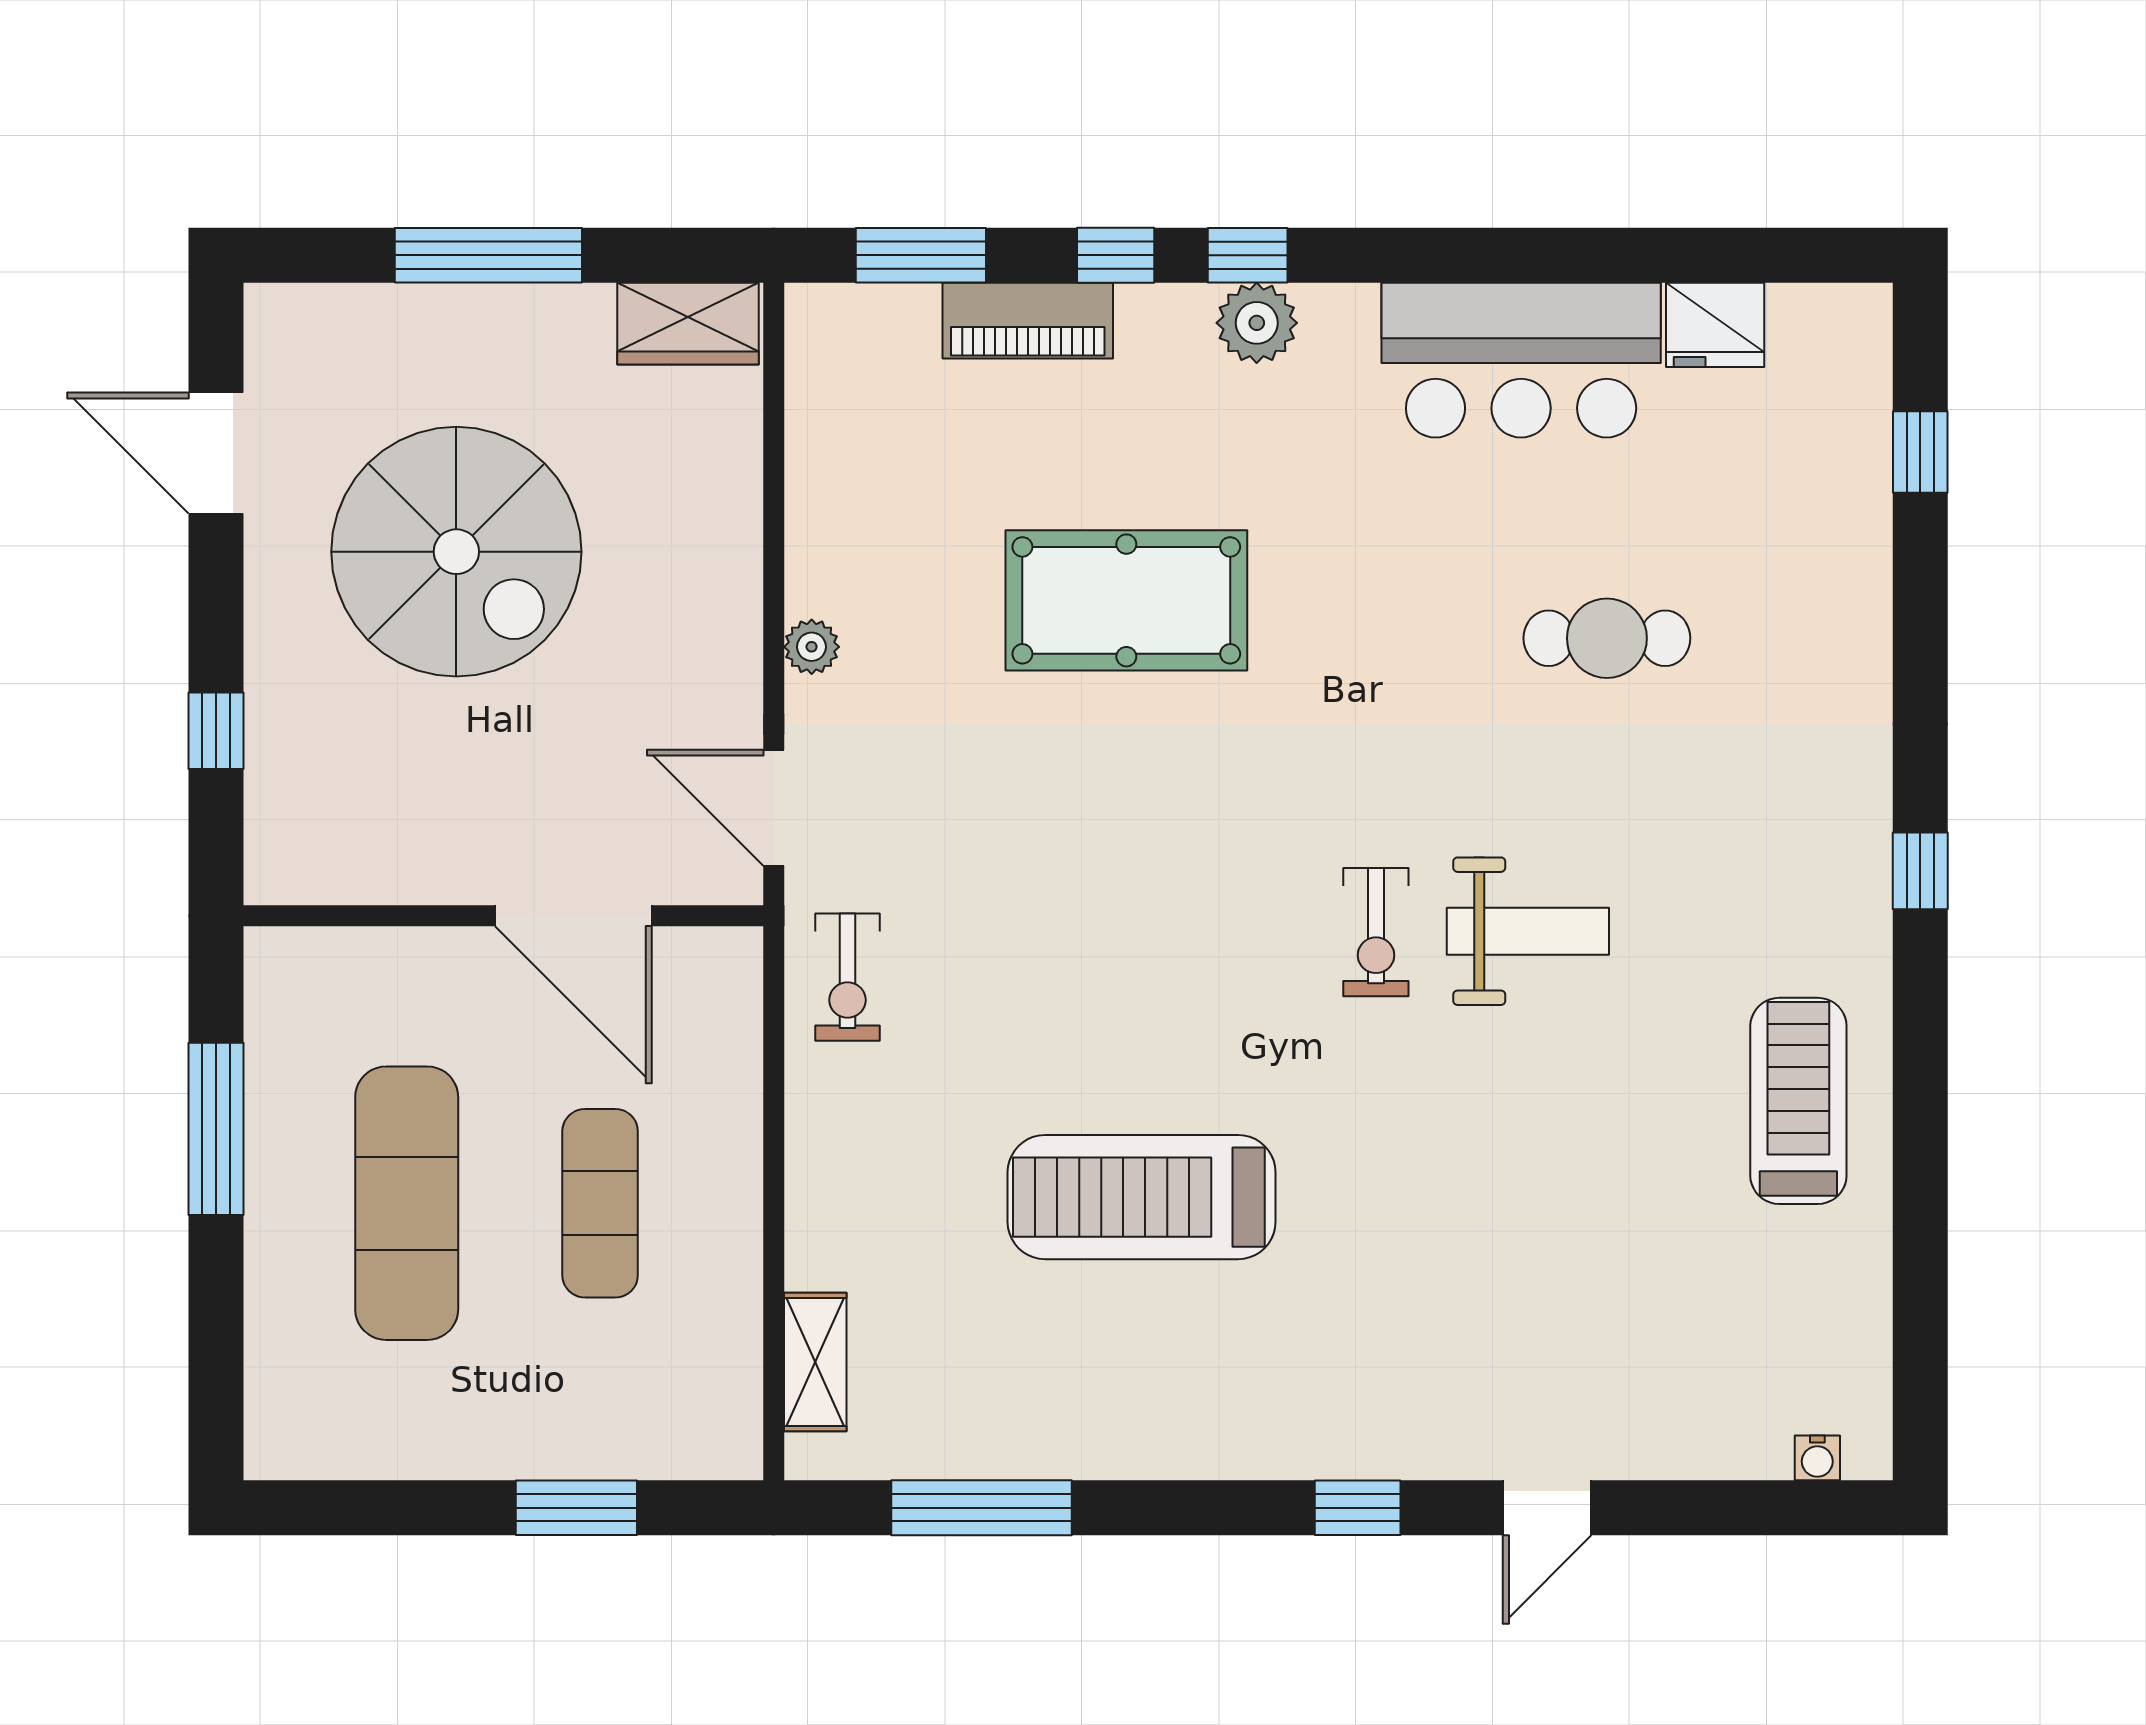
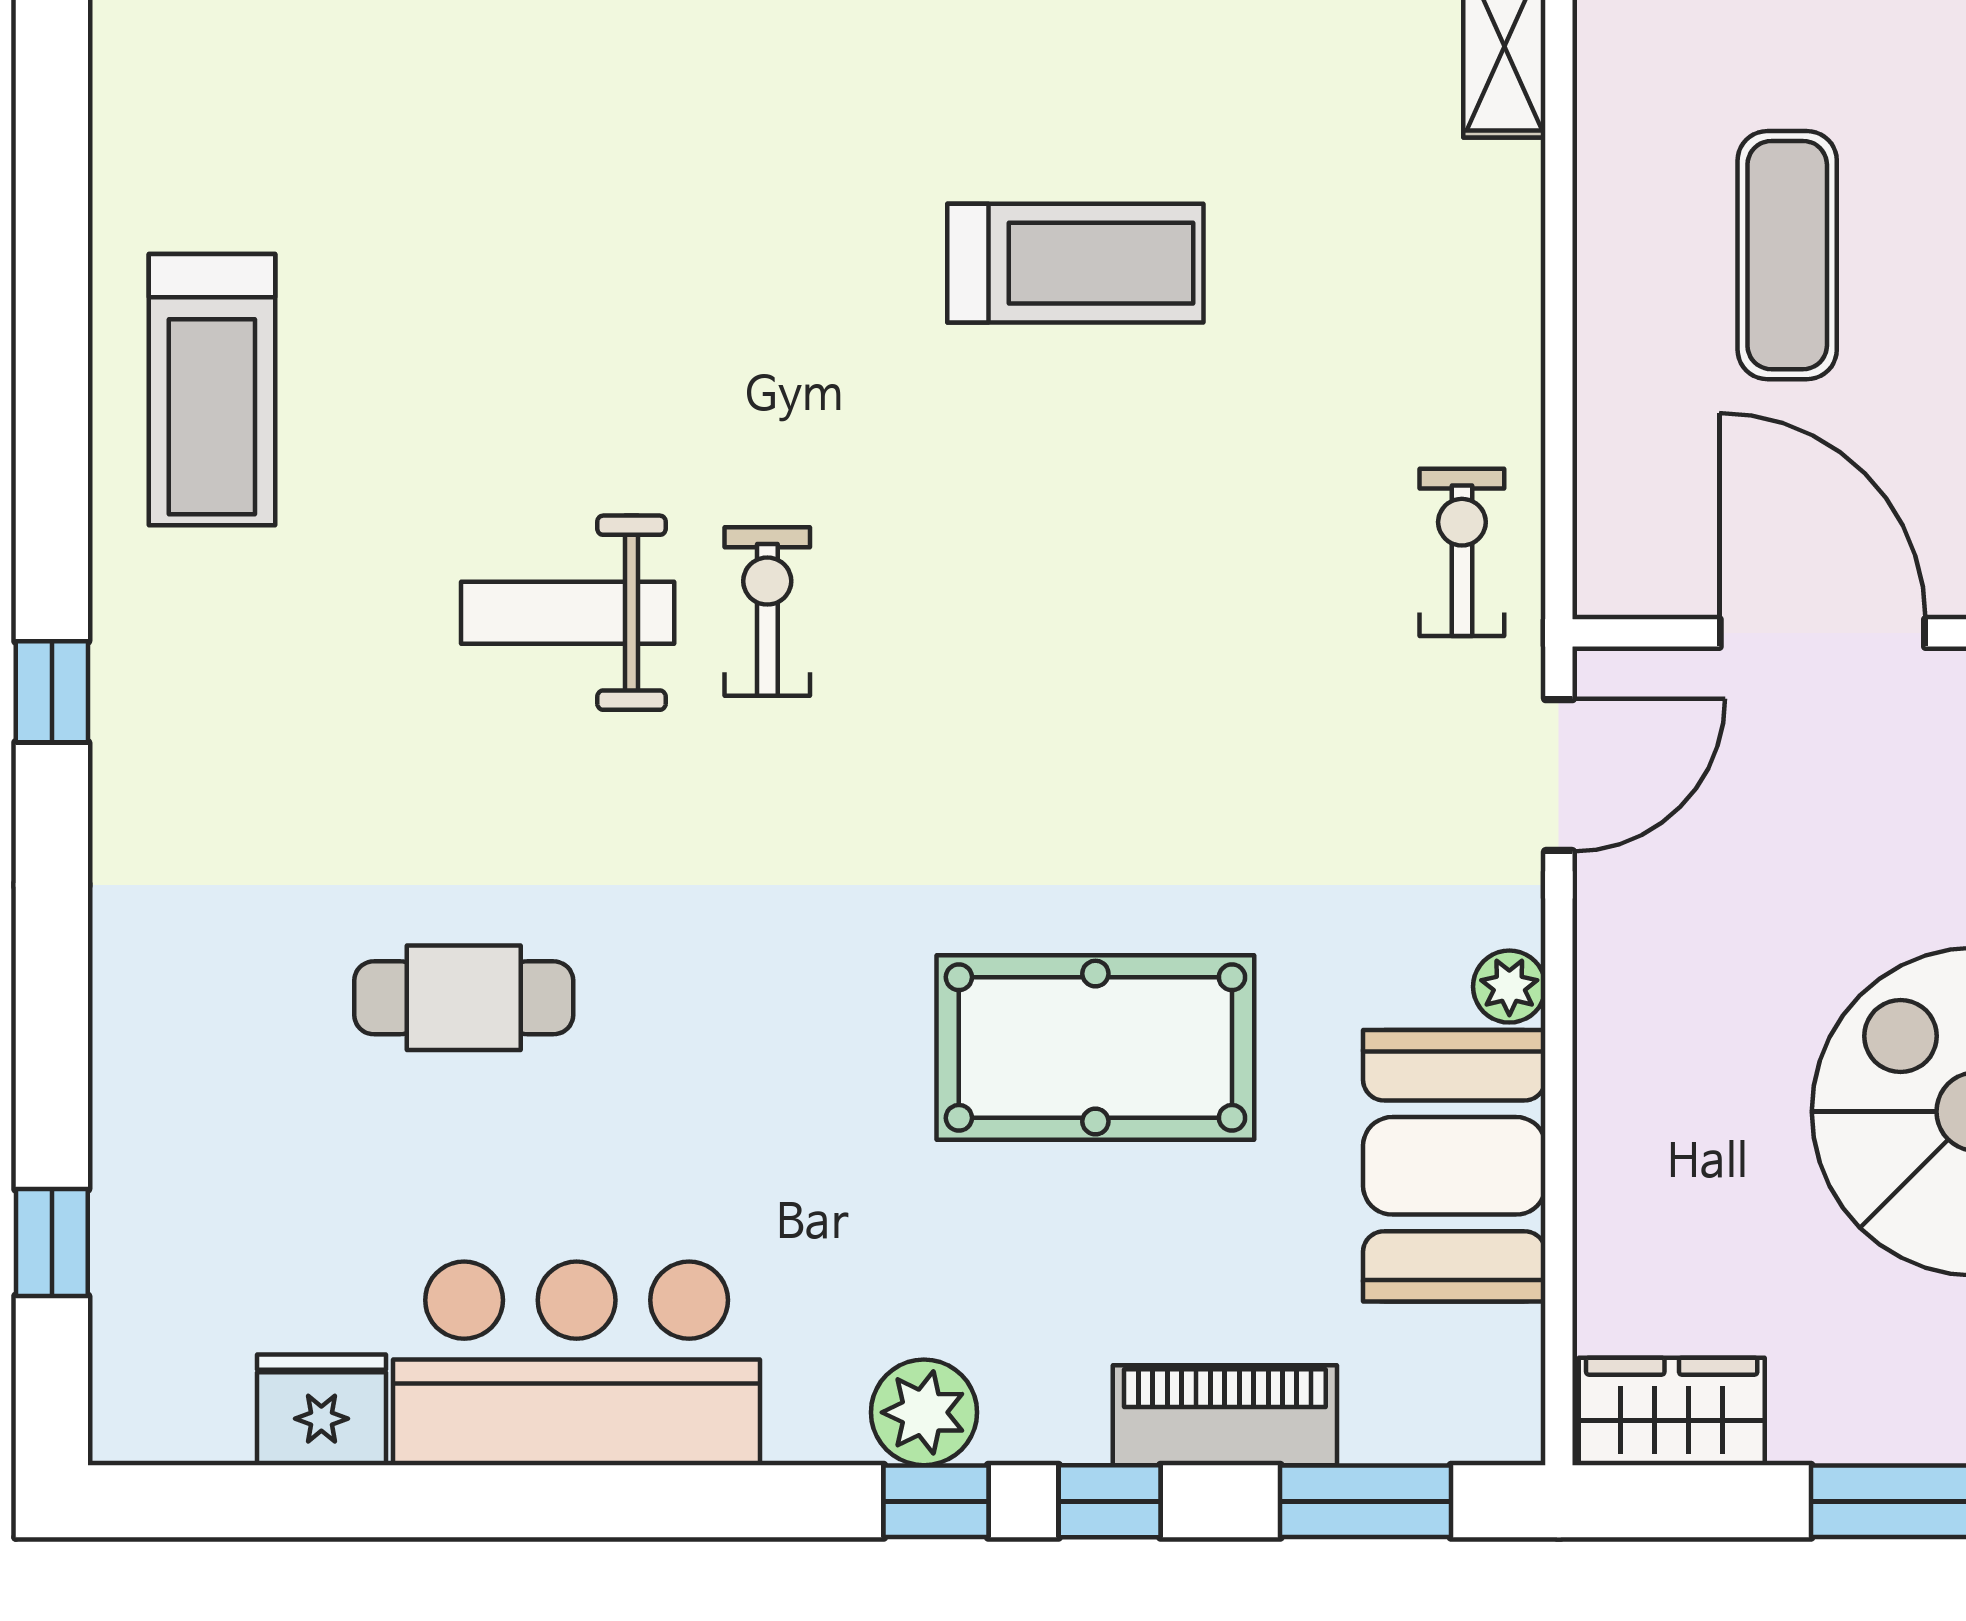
booth: (853, 510) -> (1454, 1166), added
door: (774, 808) -> (1559, 775), hinge flipped
treadmill: (1142, 1197) -> (1075, 263), width x0.73, depth x0.73

